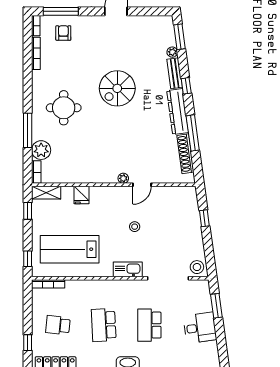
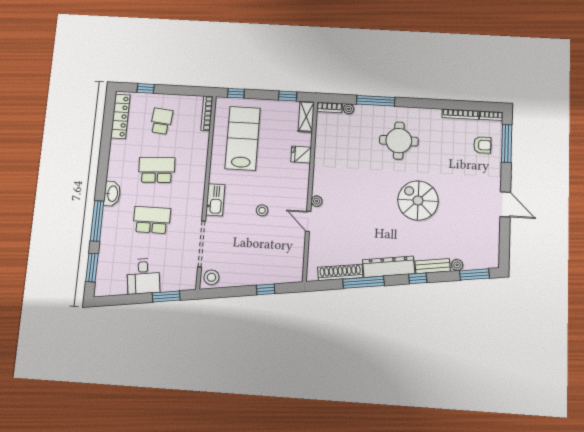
plant: (41, 150) -> (349, 109), width x0.53, depth x0.53

